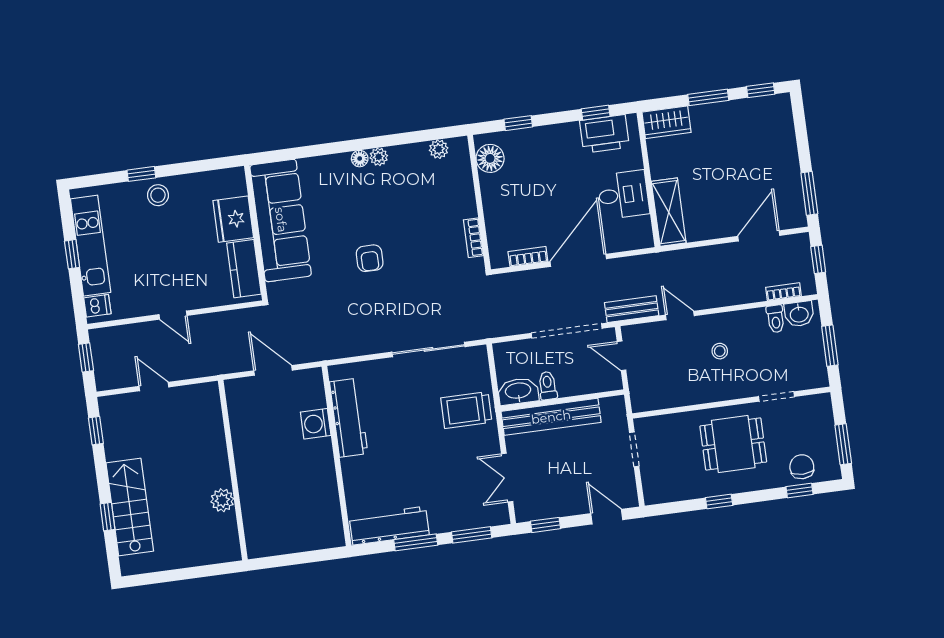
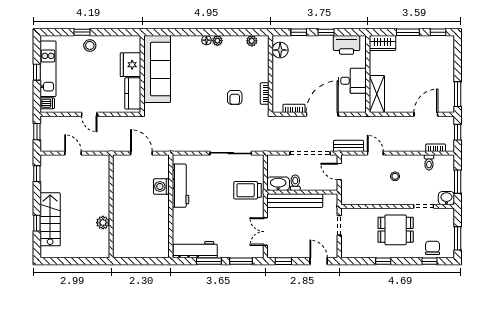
window: (596, 113) -> (326, 32), moved
armchair: (370, 258) -> (235, 97), moved
washbasin: (799, 314) -> (446, 198), moved, turned 180

